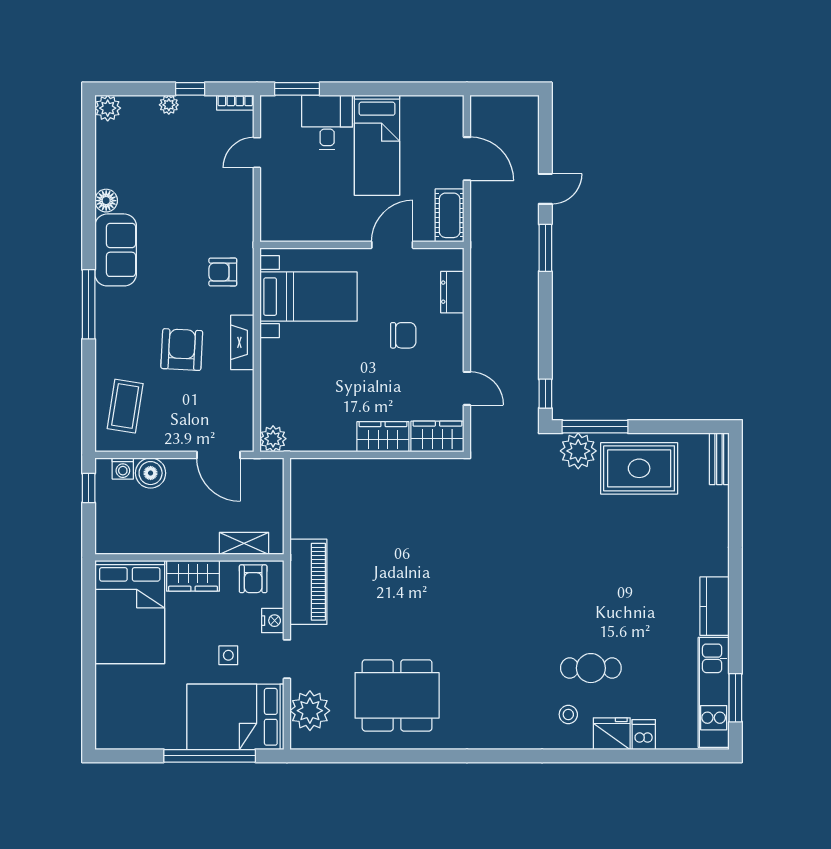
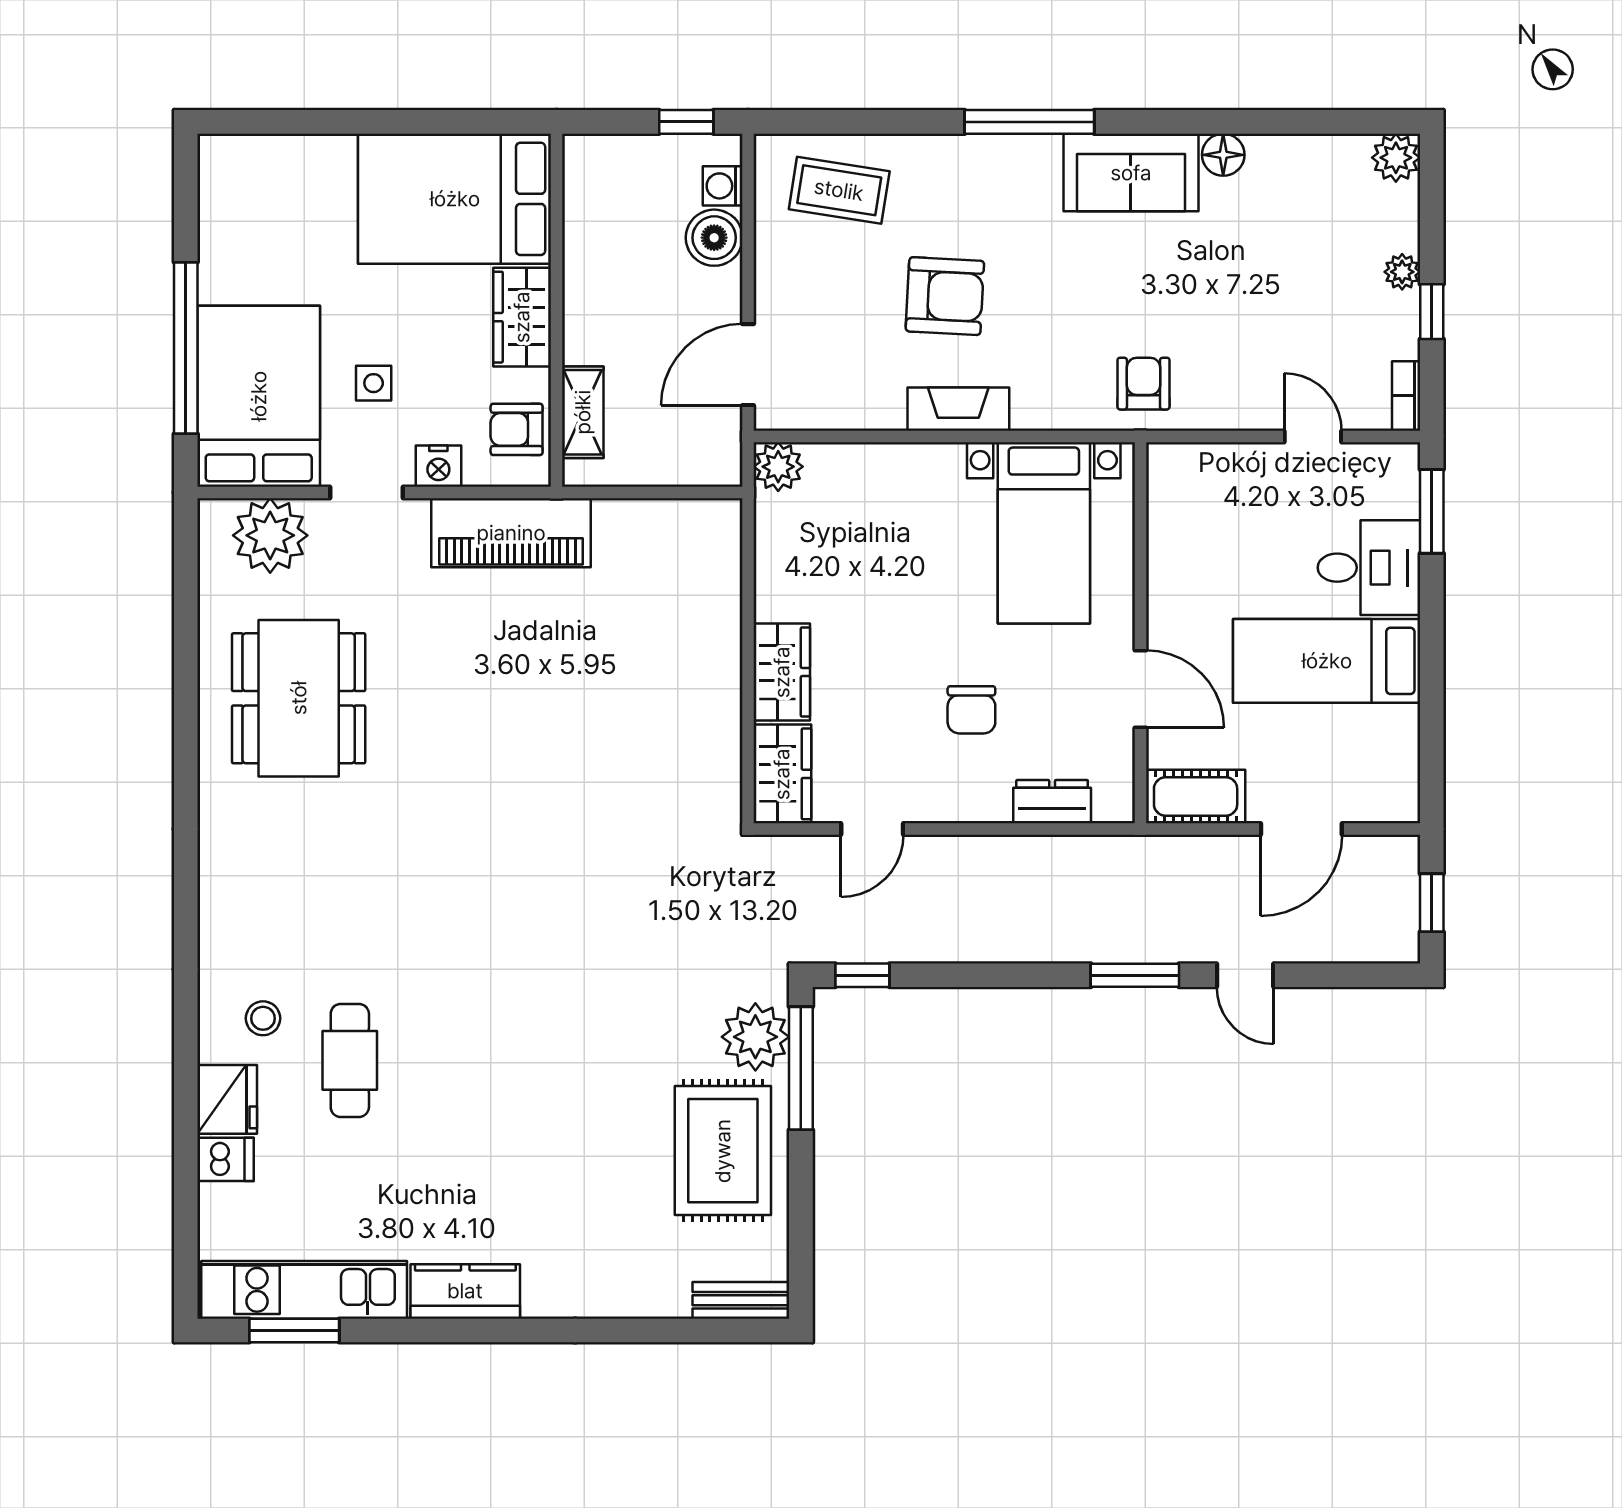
window: (506, 89) -> (1432, 903), added
armchair: (223, 272) -> (1143, 384), moved

